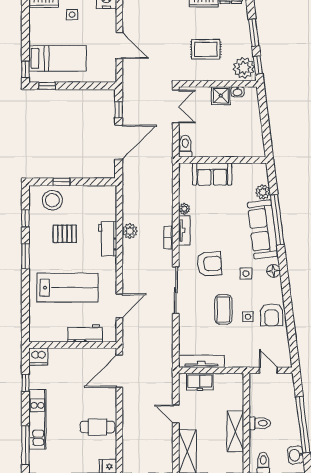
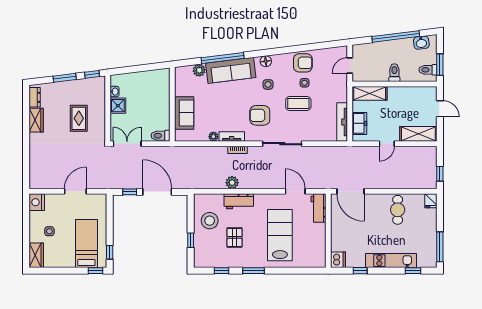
plant: (244, 68) -> (94, 86), removed
stool: (52, 200) -> (210, 221), moved
armchair: (209, 264) -> (260, 115), turned -86
workbench: (85, 333) -> (319, 208), moved
shelving: (235, 431) -> (370, 93), moved
window: (25, 445) -> (413, 271), width x0.46

